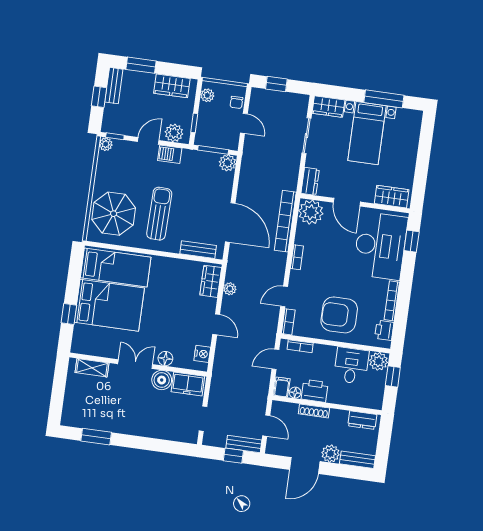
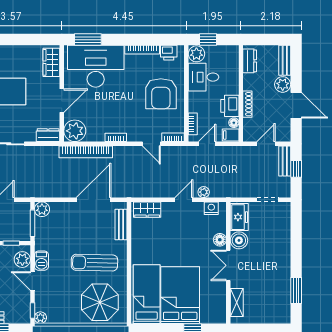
window: (412, 241) -> (88, 40), width x1.50
plant: (230, 289) -> (204, 192), moved
door: (275, 359) -> (207, 144), swing flipped

